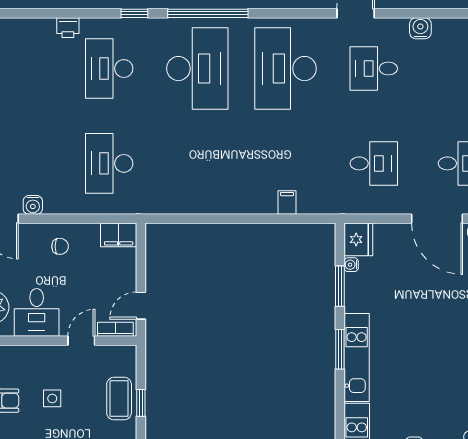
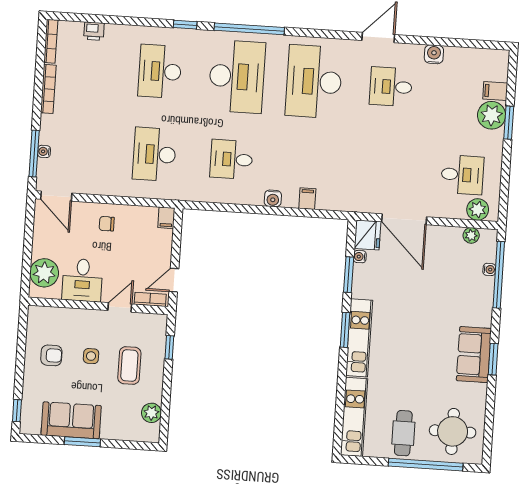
printer: (68, 28) -> (94, 31), moved
desk: (374, 163) -> (231, 159), moved, turned 180
water cooler: (33, 205) -> (273, 198), moved
door: (437, 219) -> (404, 219), moved
filing cabinet: (119, 235) -> (166, 218), width x0.50
chair: (60, 246) -> (107, 224), turned 180
coffee table: (119, 399) -> (129, 365), moved
window: (141, 403) -> (169, 347), moved

